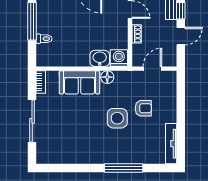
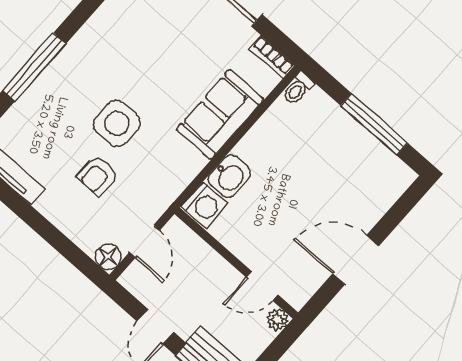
shoe rack: (137, 34) -> (217, 264), removed
toilet: (44, 39) -> (298, 89), moved
floor lamp: (107, 77) -> (108, 257), moved

